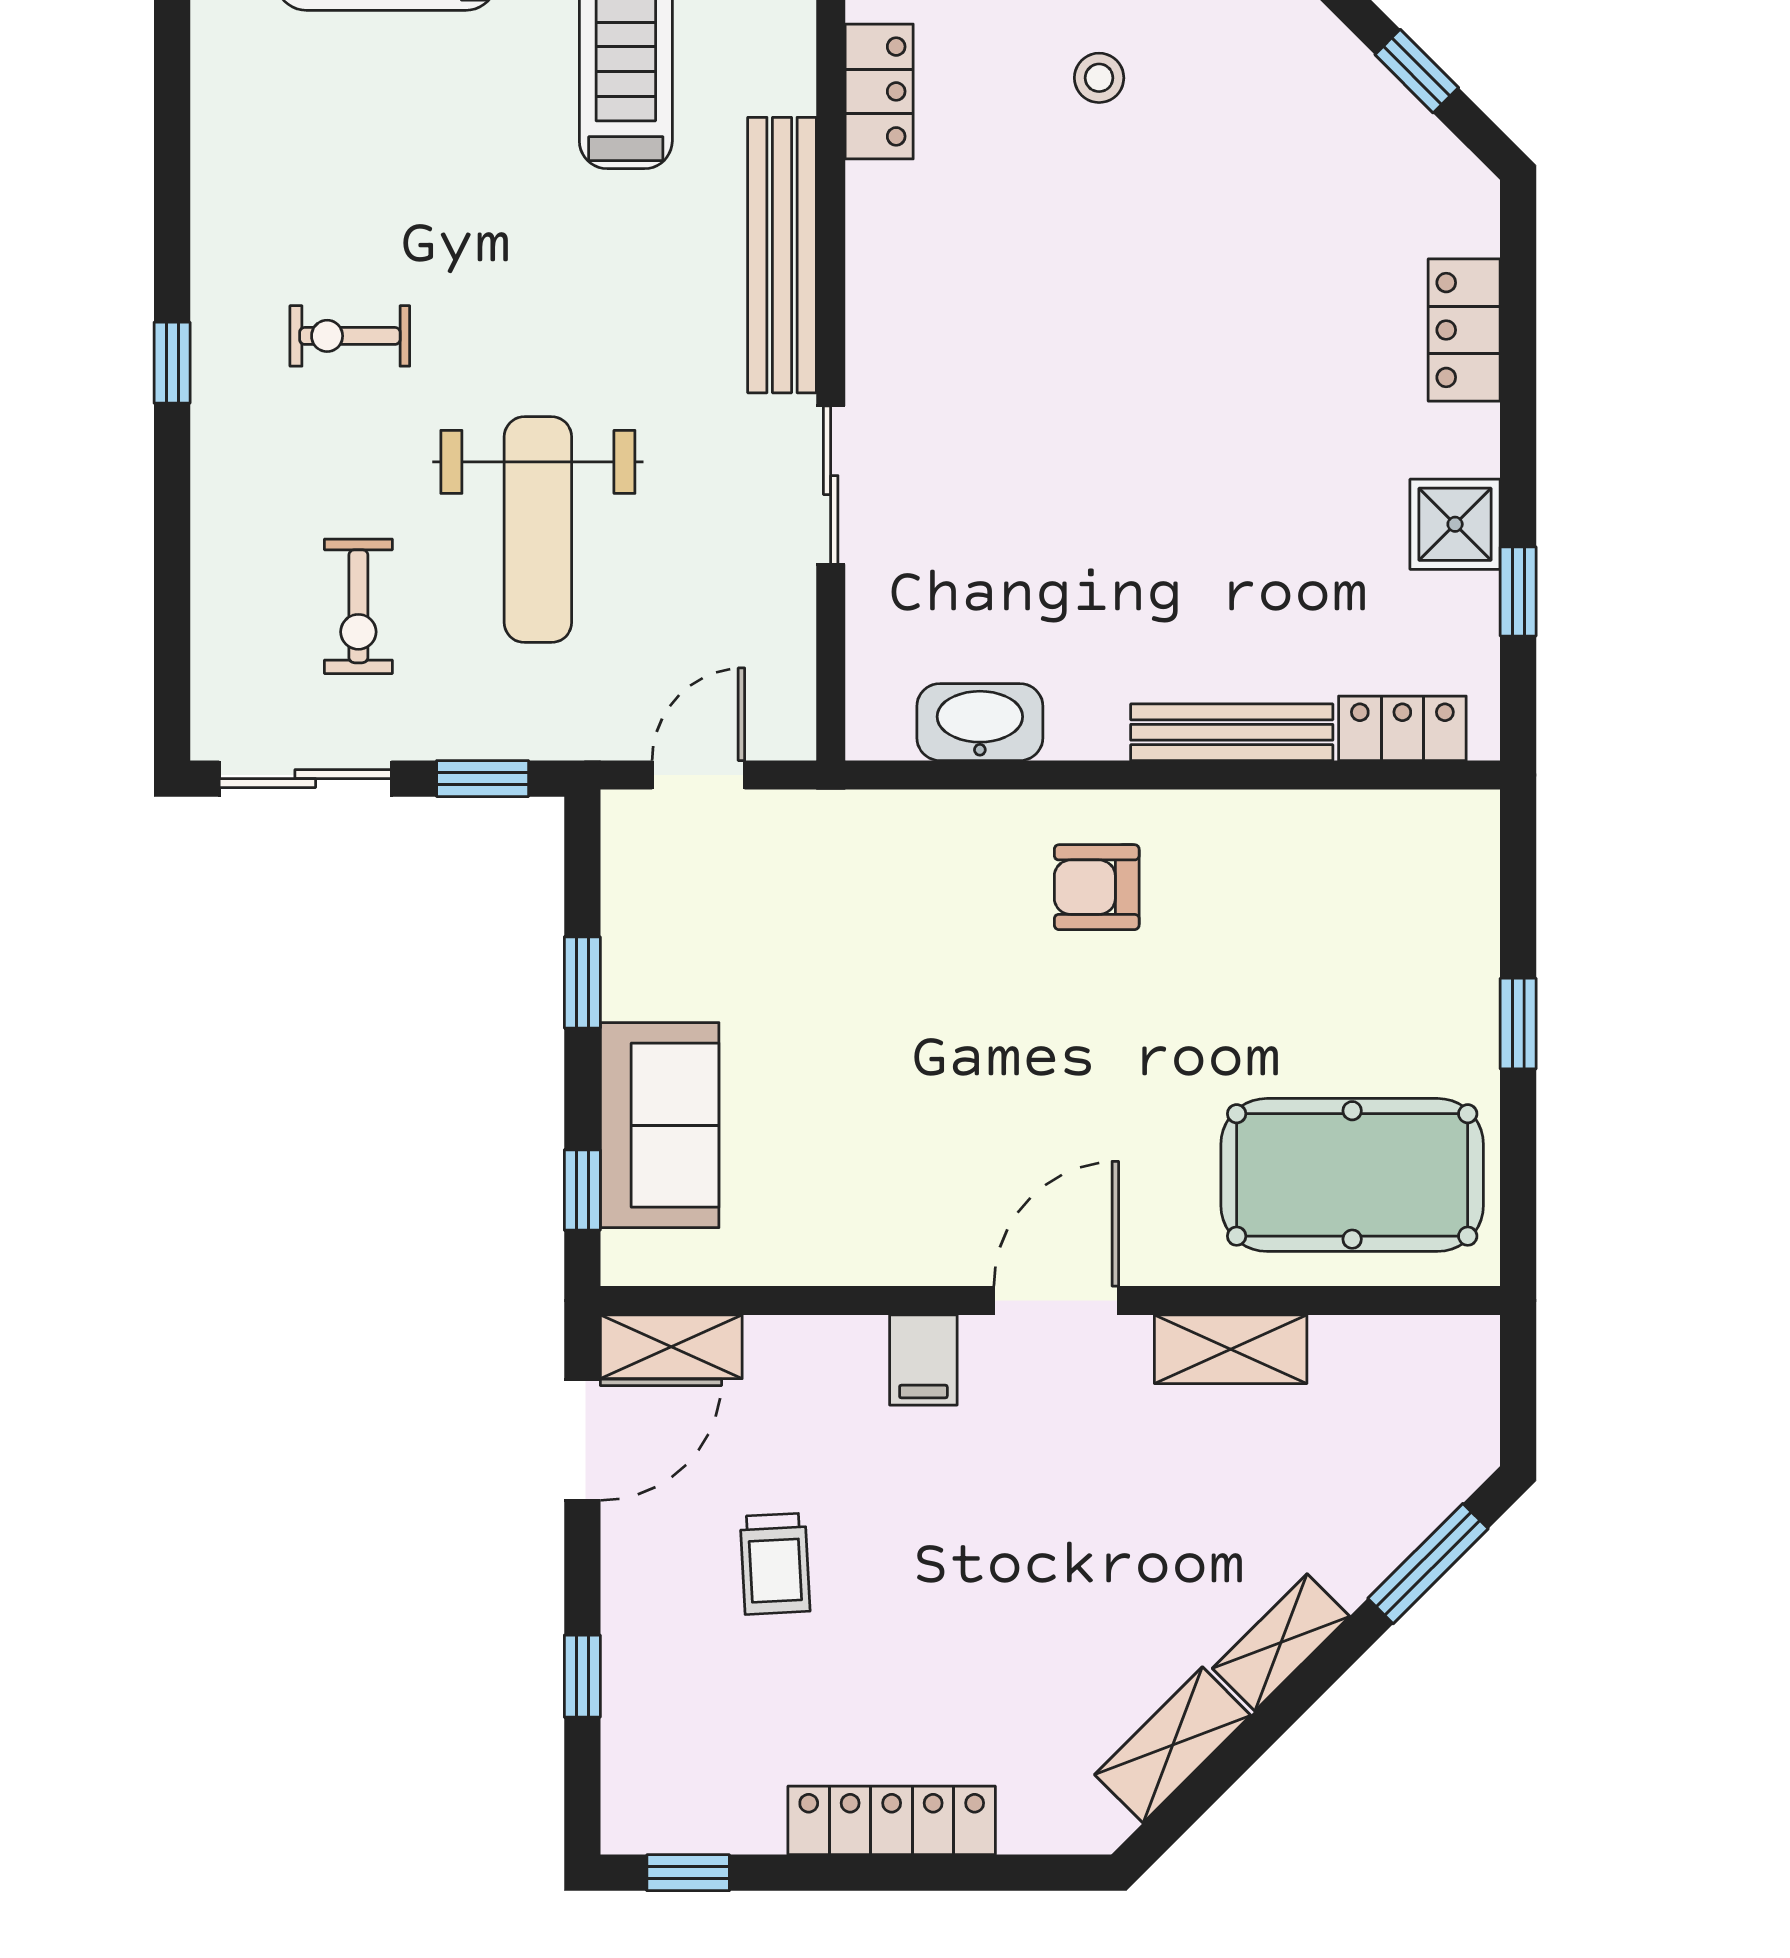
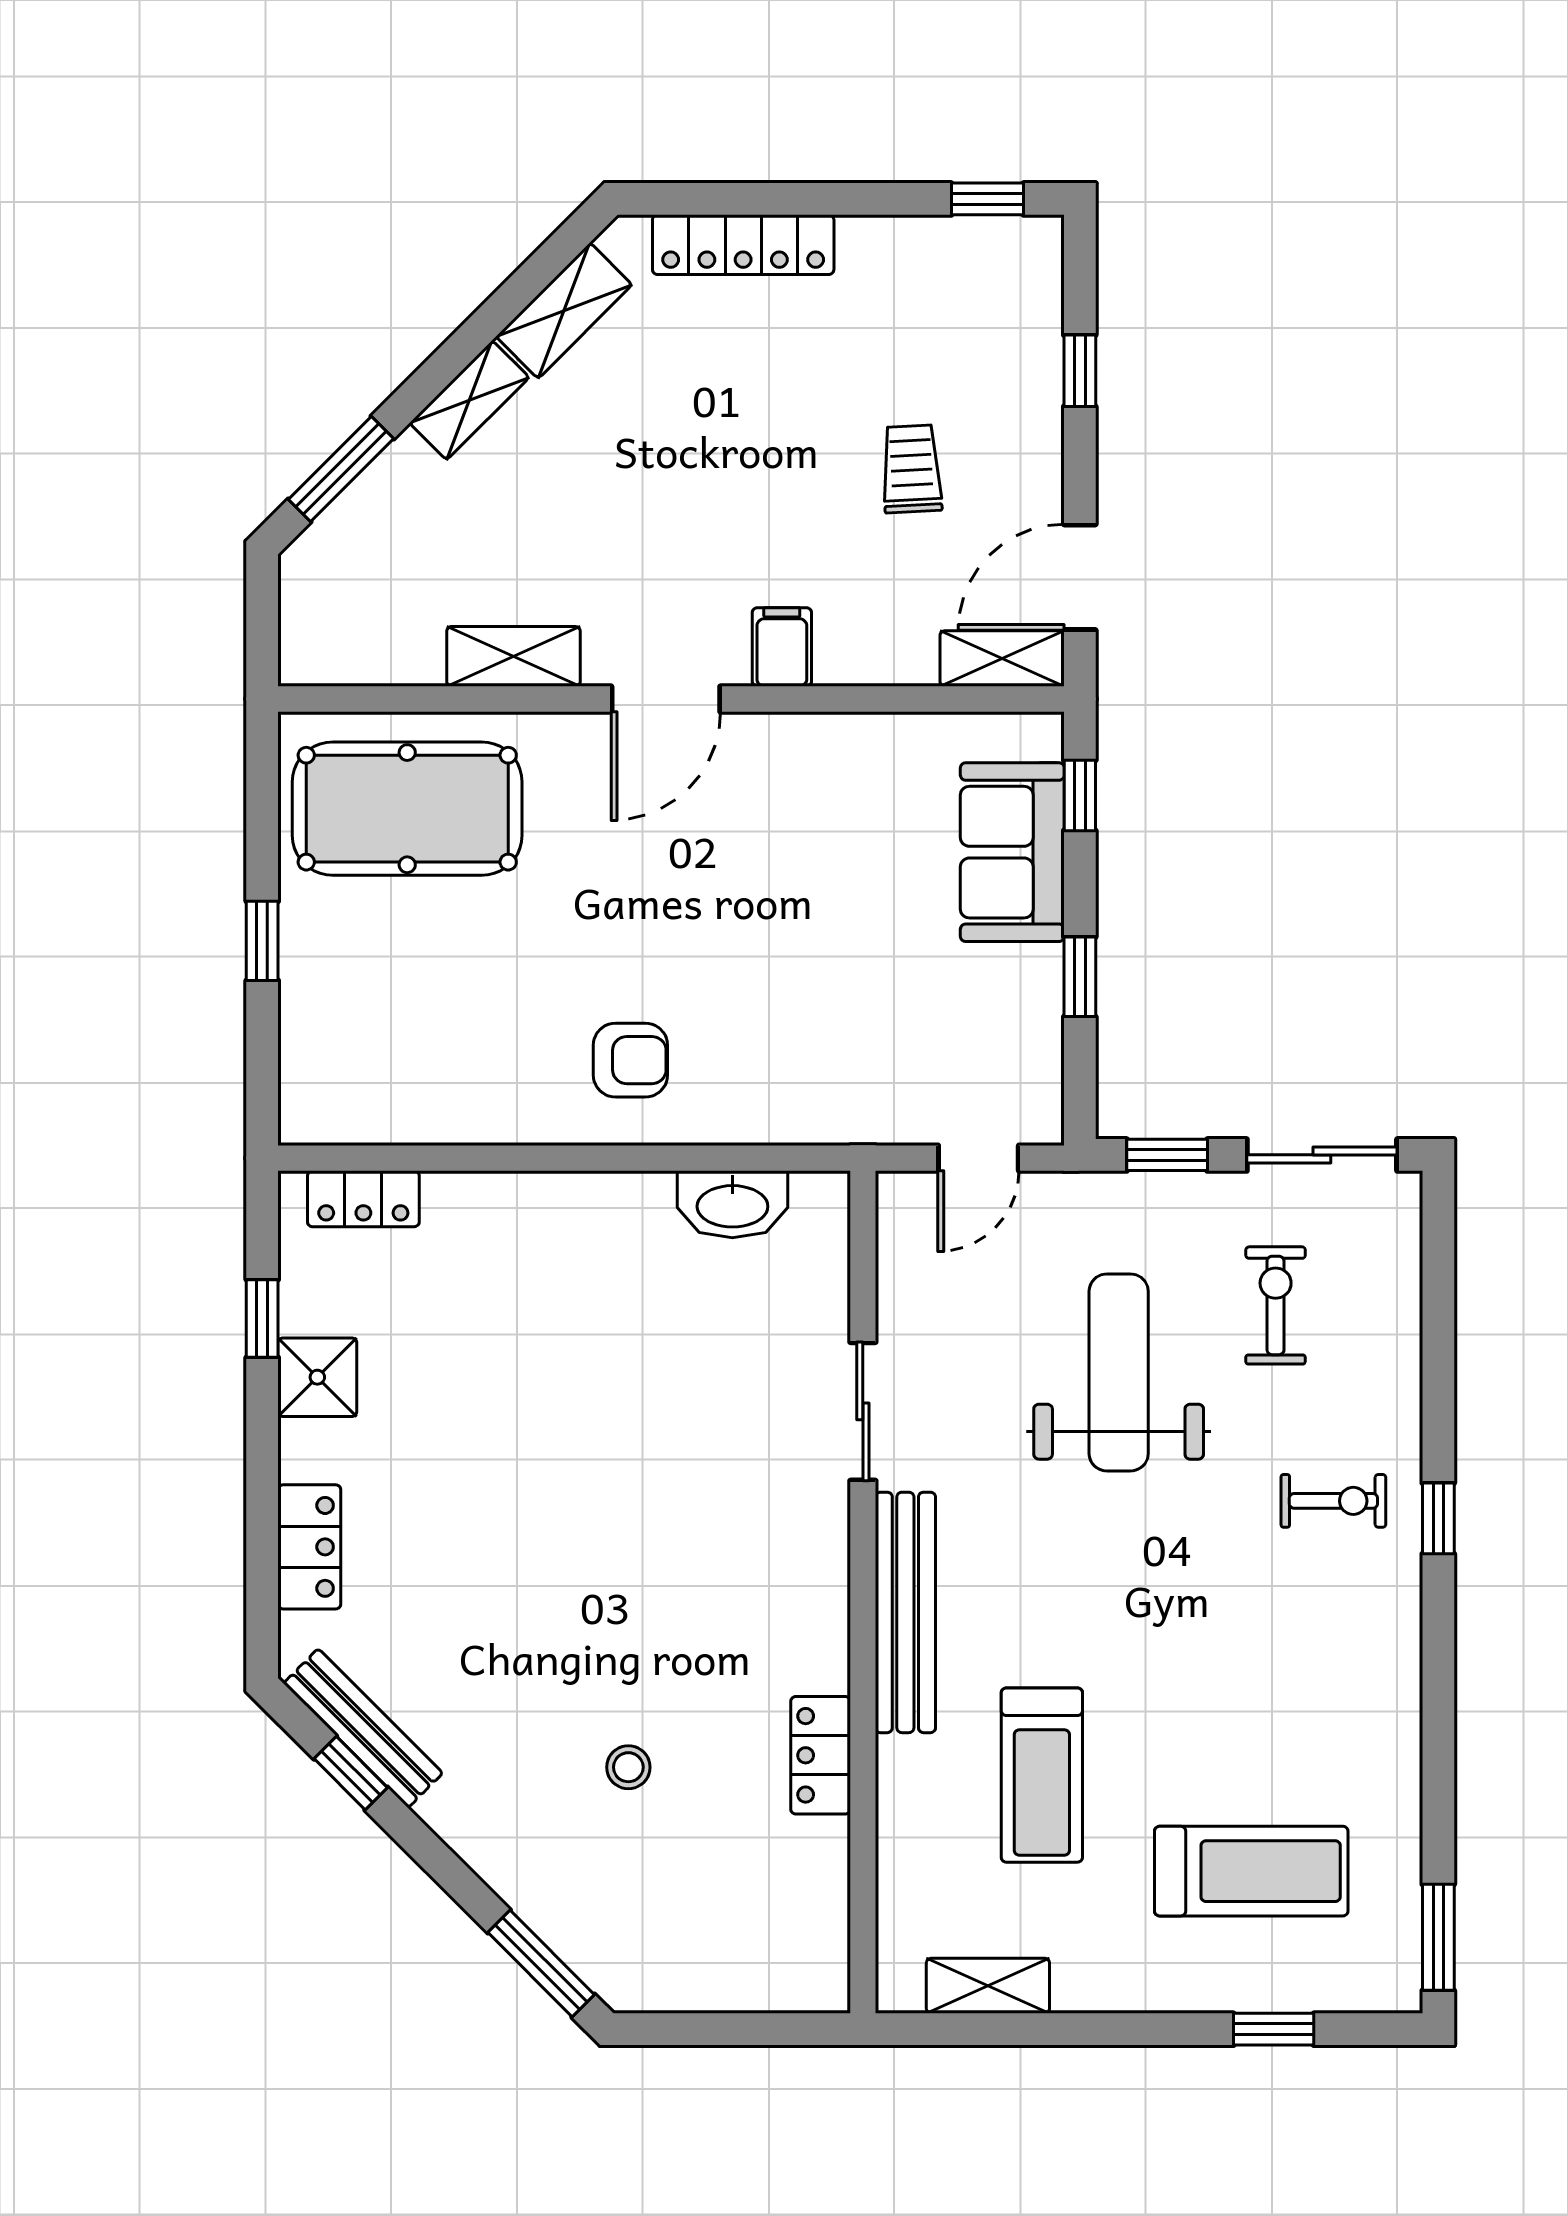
exercise bike: (350, 336) -> (1333, 1501), moved
bench: (1232, 732) -> (363, 1728), moved, turned 45
locker: (892, 1820) -> (743, 245), moved

